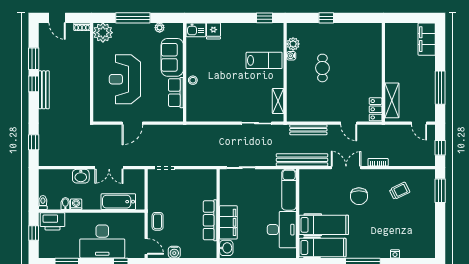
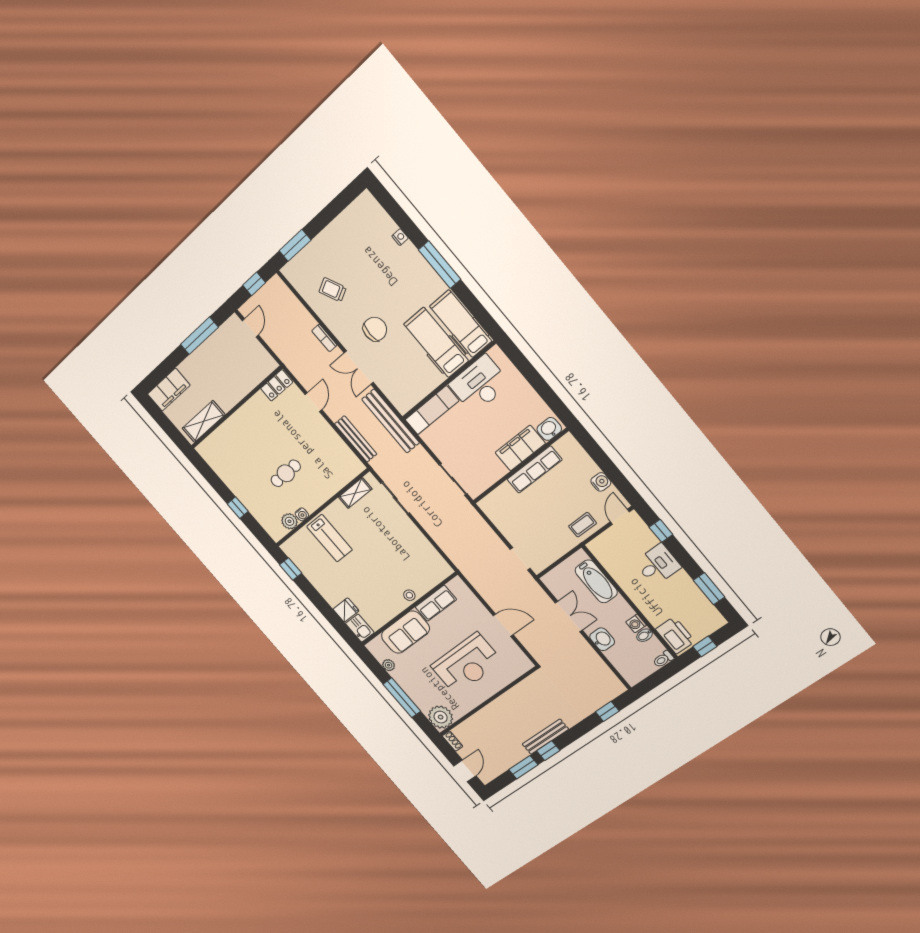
lab bench: (264, 60) -> (329, 538), turned 180
shelving: (392, 100) -> (204, 421), moved
desk: (102, 241) -> (658, 565), width x0.53, depth x0.77

